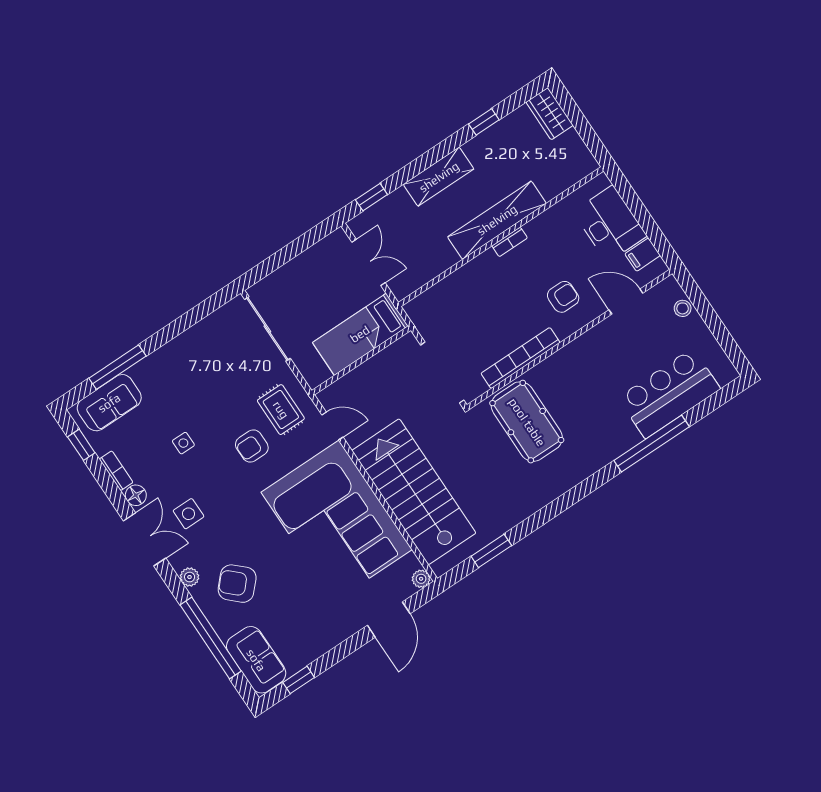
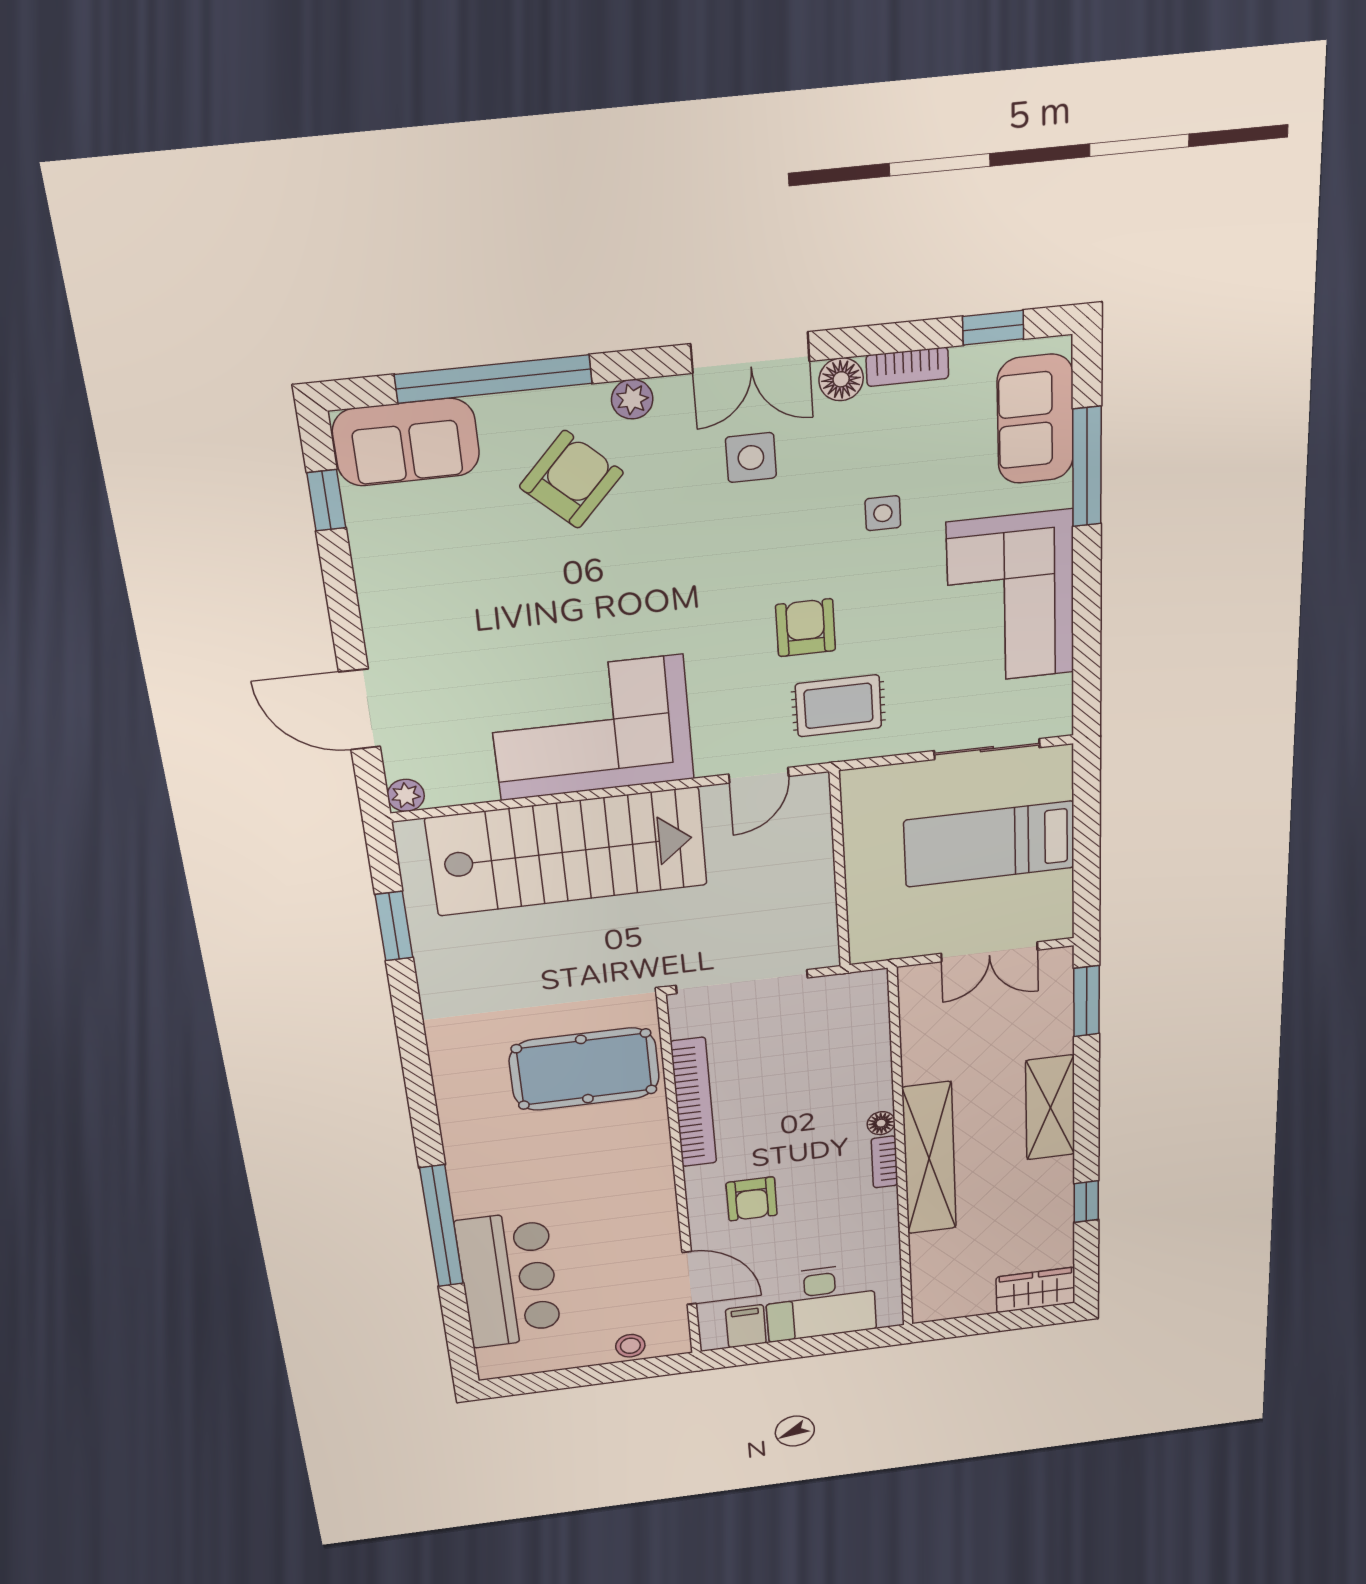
window: (371, 197) -> (1086, 1001), width x1.50
floor lamp: (488, 257) -> (881, 1123), added
door: (626, 301) -> (689, 1278), hinge flipped
sliding door: (267, 329) -> (987, 749), width x0.73
bed: (360, 334) -> (990, 844), moved, turned -90
corner sofa: (192, 363) -> (1011, 598), added
corner sofa: (337, 521) -> (591, 728), width x0.73, depth x0.74

